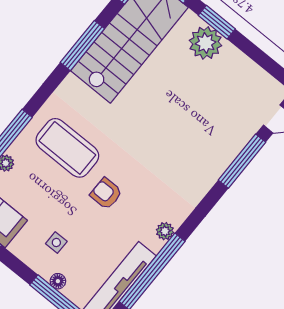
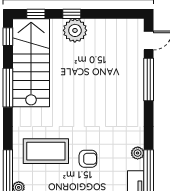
window: (217, 22) -> (72, 14), width x0.67
armchair: (106, 193) -> (88, 159), turned 180

